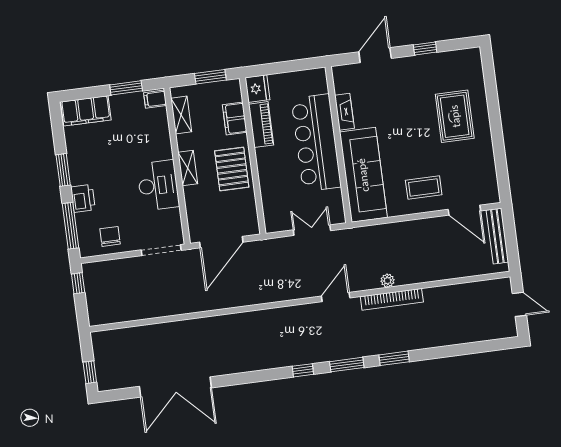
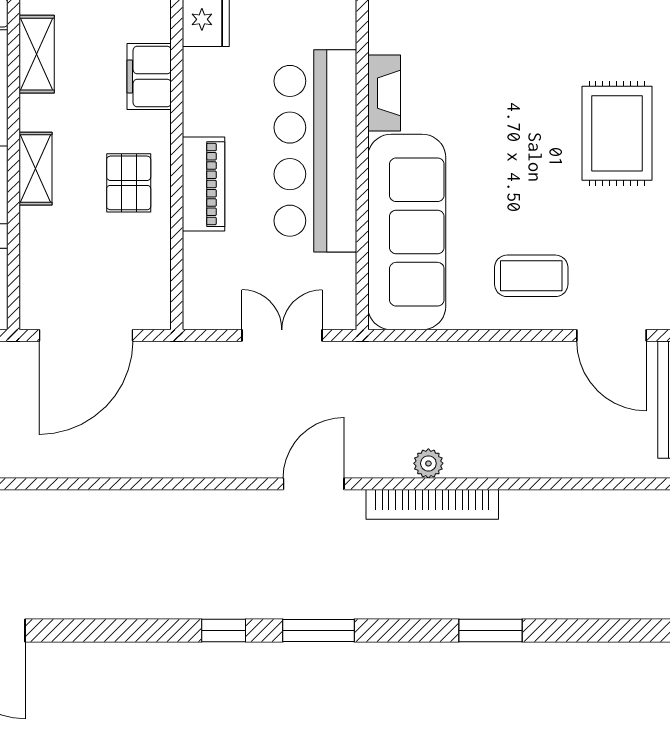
piano: (261, 125) -> (203, 184), moved
pallet: (232, 169) -> (129, 183), width x0.67, depth x0.71
window: (394, 358) -> (491, 630), moved

